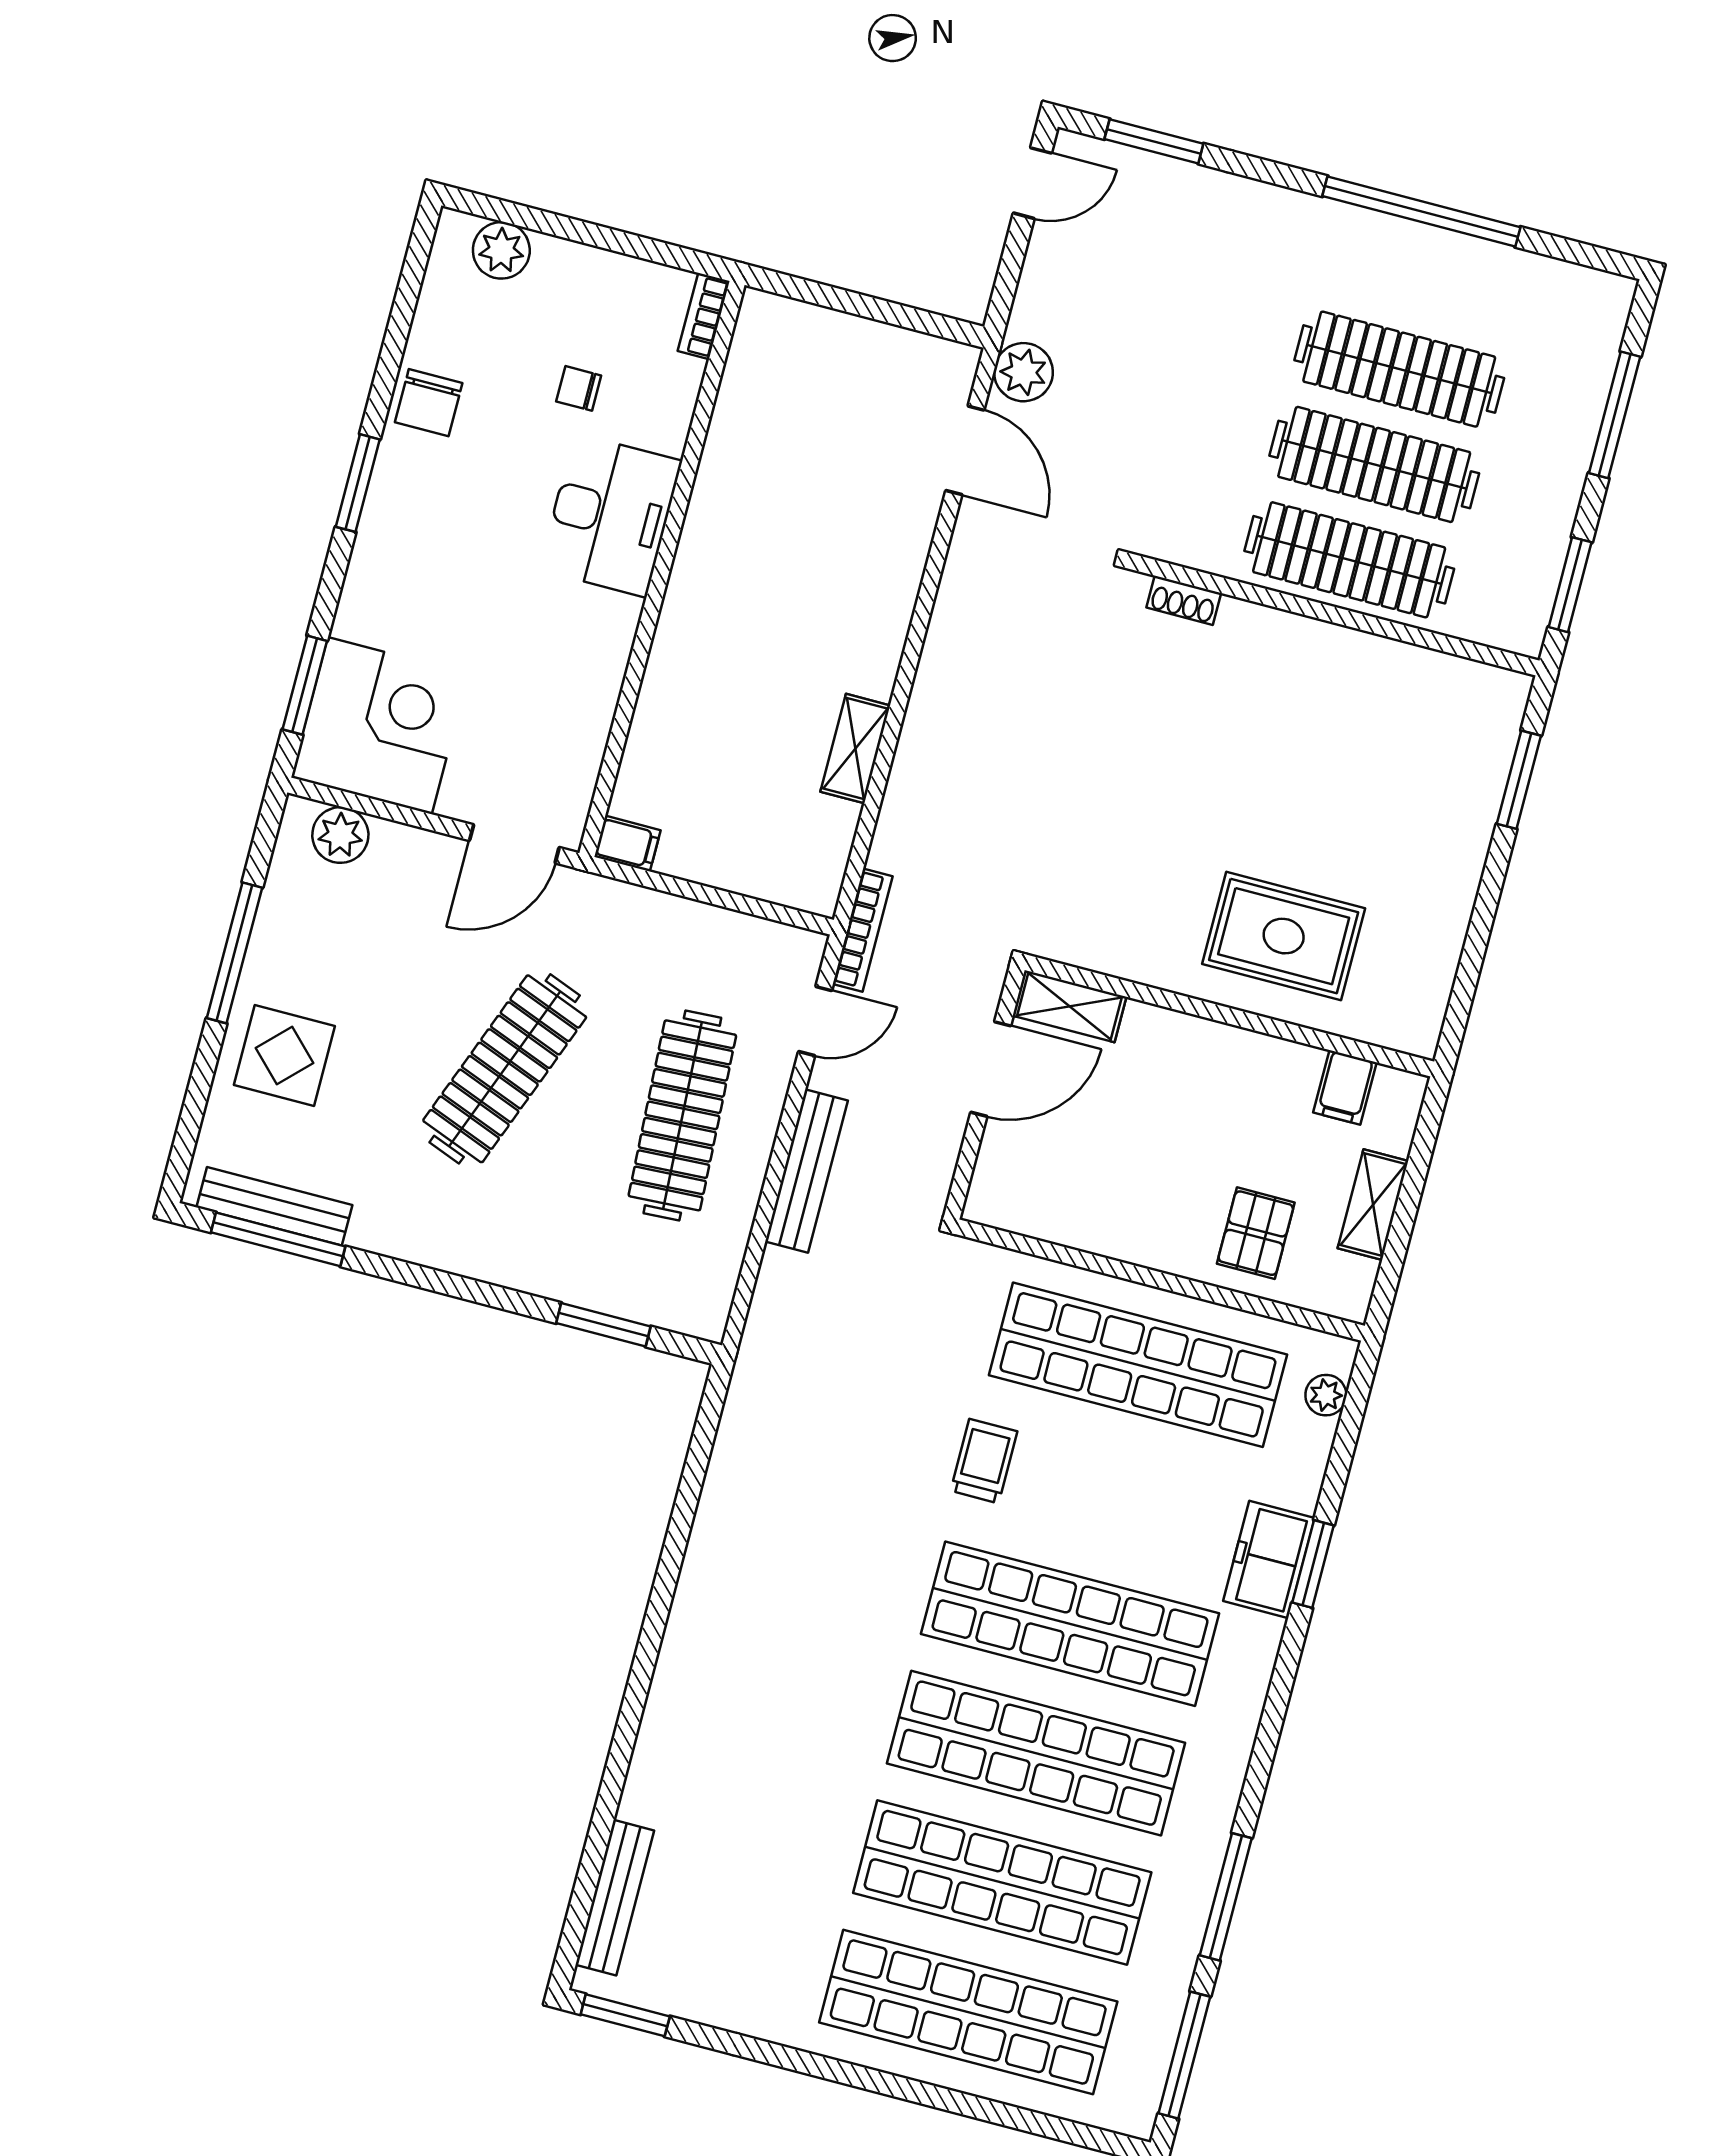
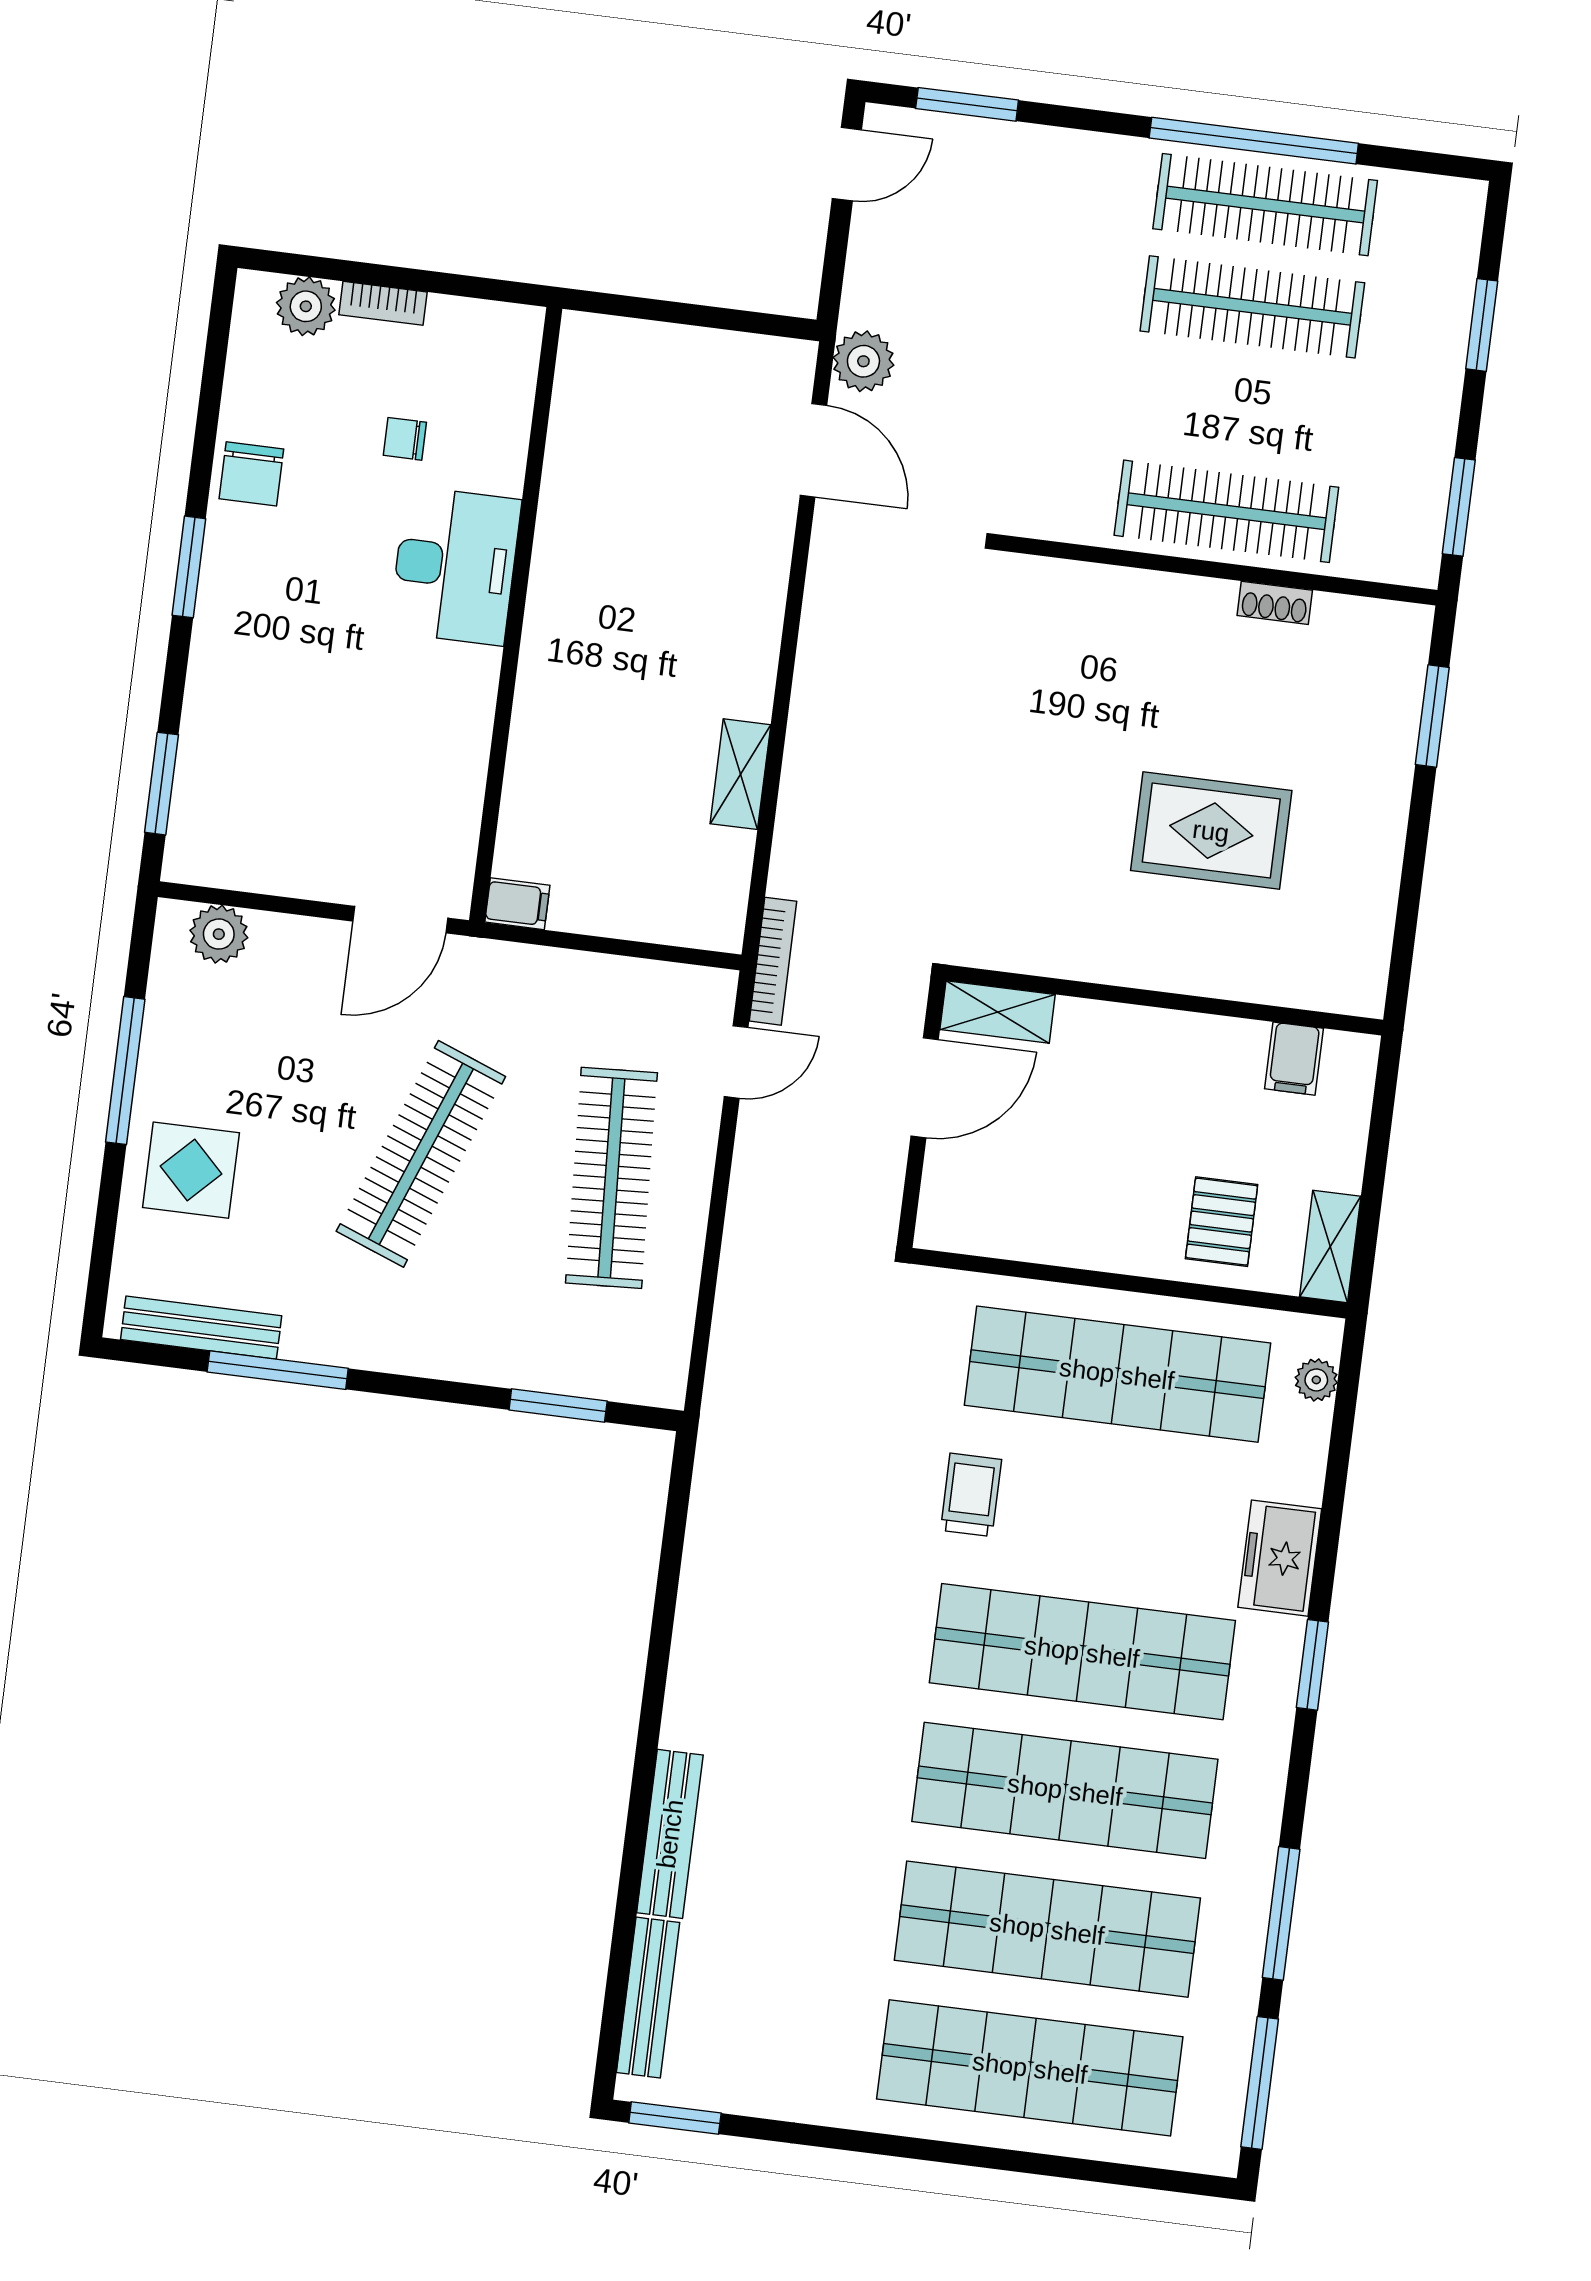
bookcase: (704, 316) -> (383, 303), moved, turned -90
window: (1615, 415) -> (1482, 325), width x0.69
clothes rail: (1374, 464) -> (1265, 205), moved
shoe rack: (1184, 600) -> (1275, 603), moved
corner desk: (380, 726) -> (245, 815), removed
rug: (1284, 936) -> (1211, 831), moved
bench: (807, 1171) -> (670, 1834), moved
shelving: (1373, 1205) -> (1330, 1247), moved
window: (278, 1239) -> (278, 1370), moved
window: (1313, 1564) -> (1312, 1665), moved

